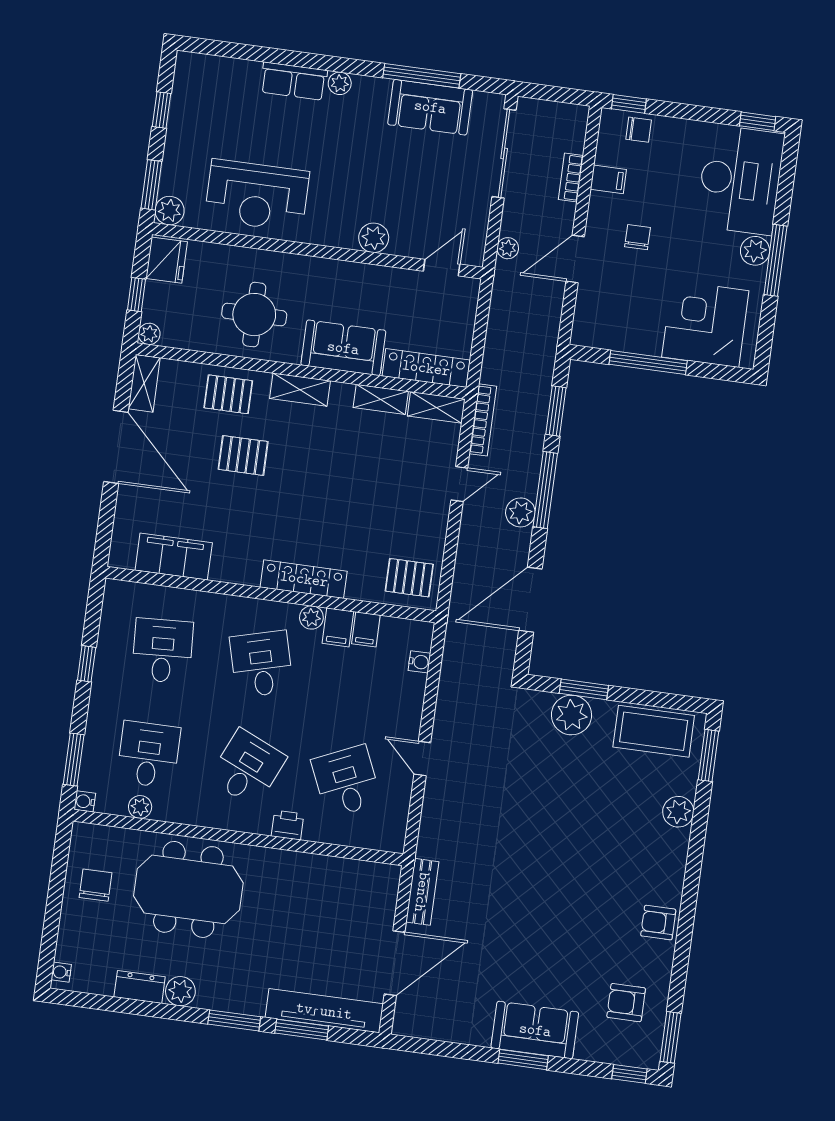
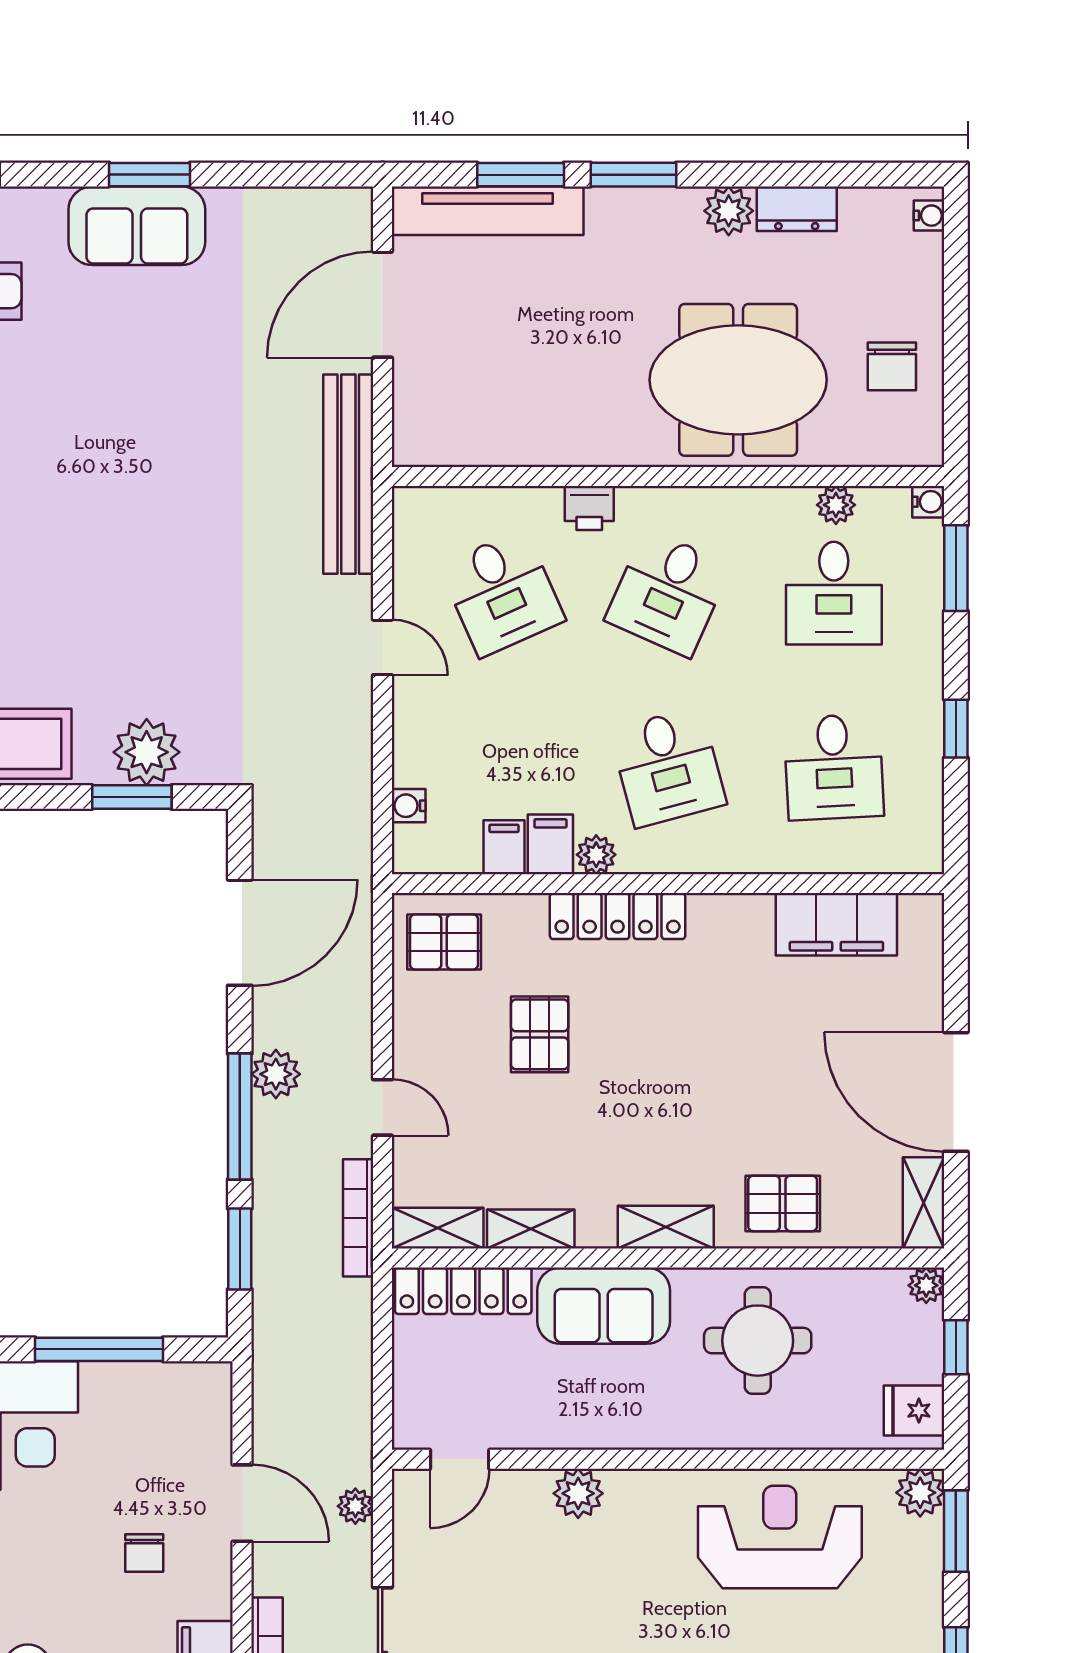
door: (575, 259) -> (242, 1503), hinge flipped
fridge: (167, 260) -> (914, 1411), width x0.72
pallet: (243, 455) -> (540, 1034), moved, turned 90
door: (459, 484) -> (382, 1107), swing flipped
bench: (422, 892) -> (348, 474), width x1.86, depth x1.21

